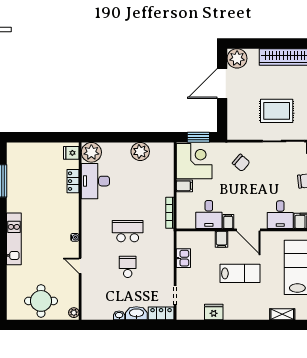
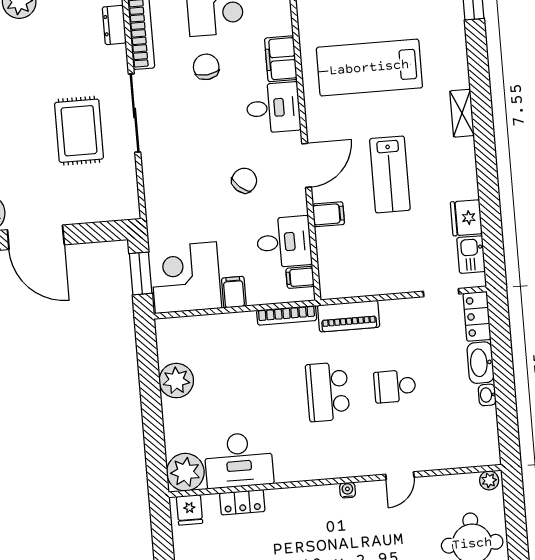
chair: (241, 163) -> (244, 181), moved
filing cabinet: (228, 221) -> (300, 277), moved
piano: (167, 245) -> (349, 316), added
kitchen sink: (183, 258) -> (471, 255), moved, turned -90
lab bench: (240, 273) -> (390, 174), turned 180
shelving: (282, 314) -> (462, 113), moved

